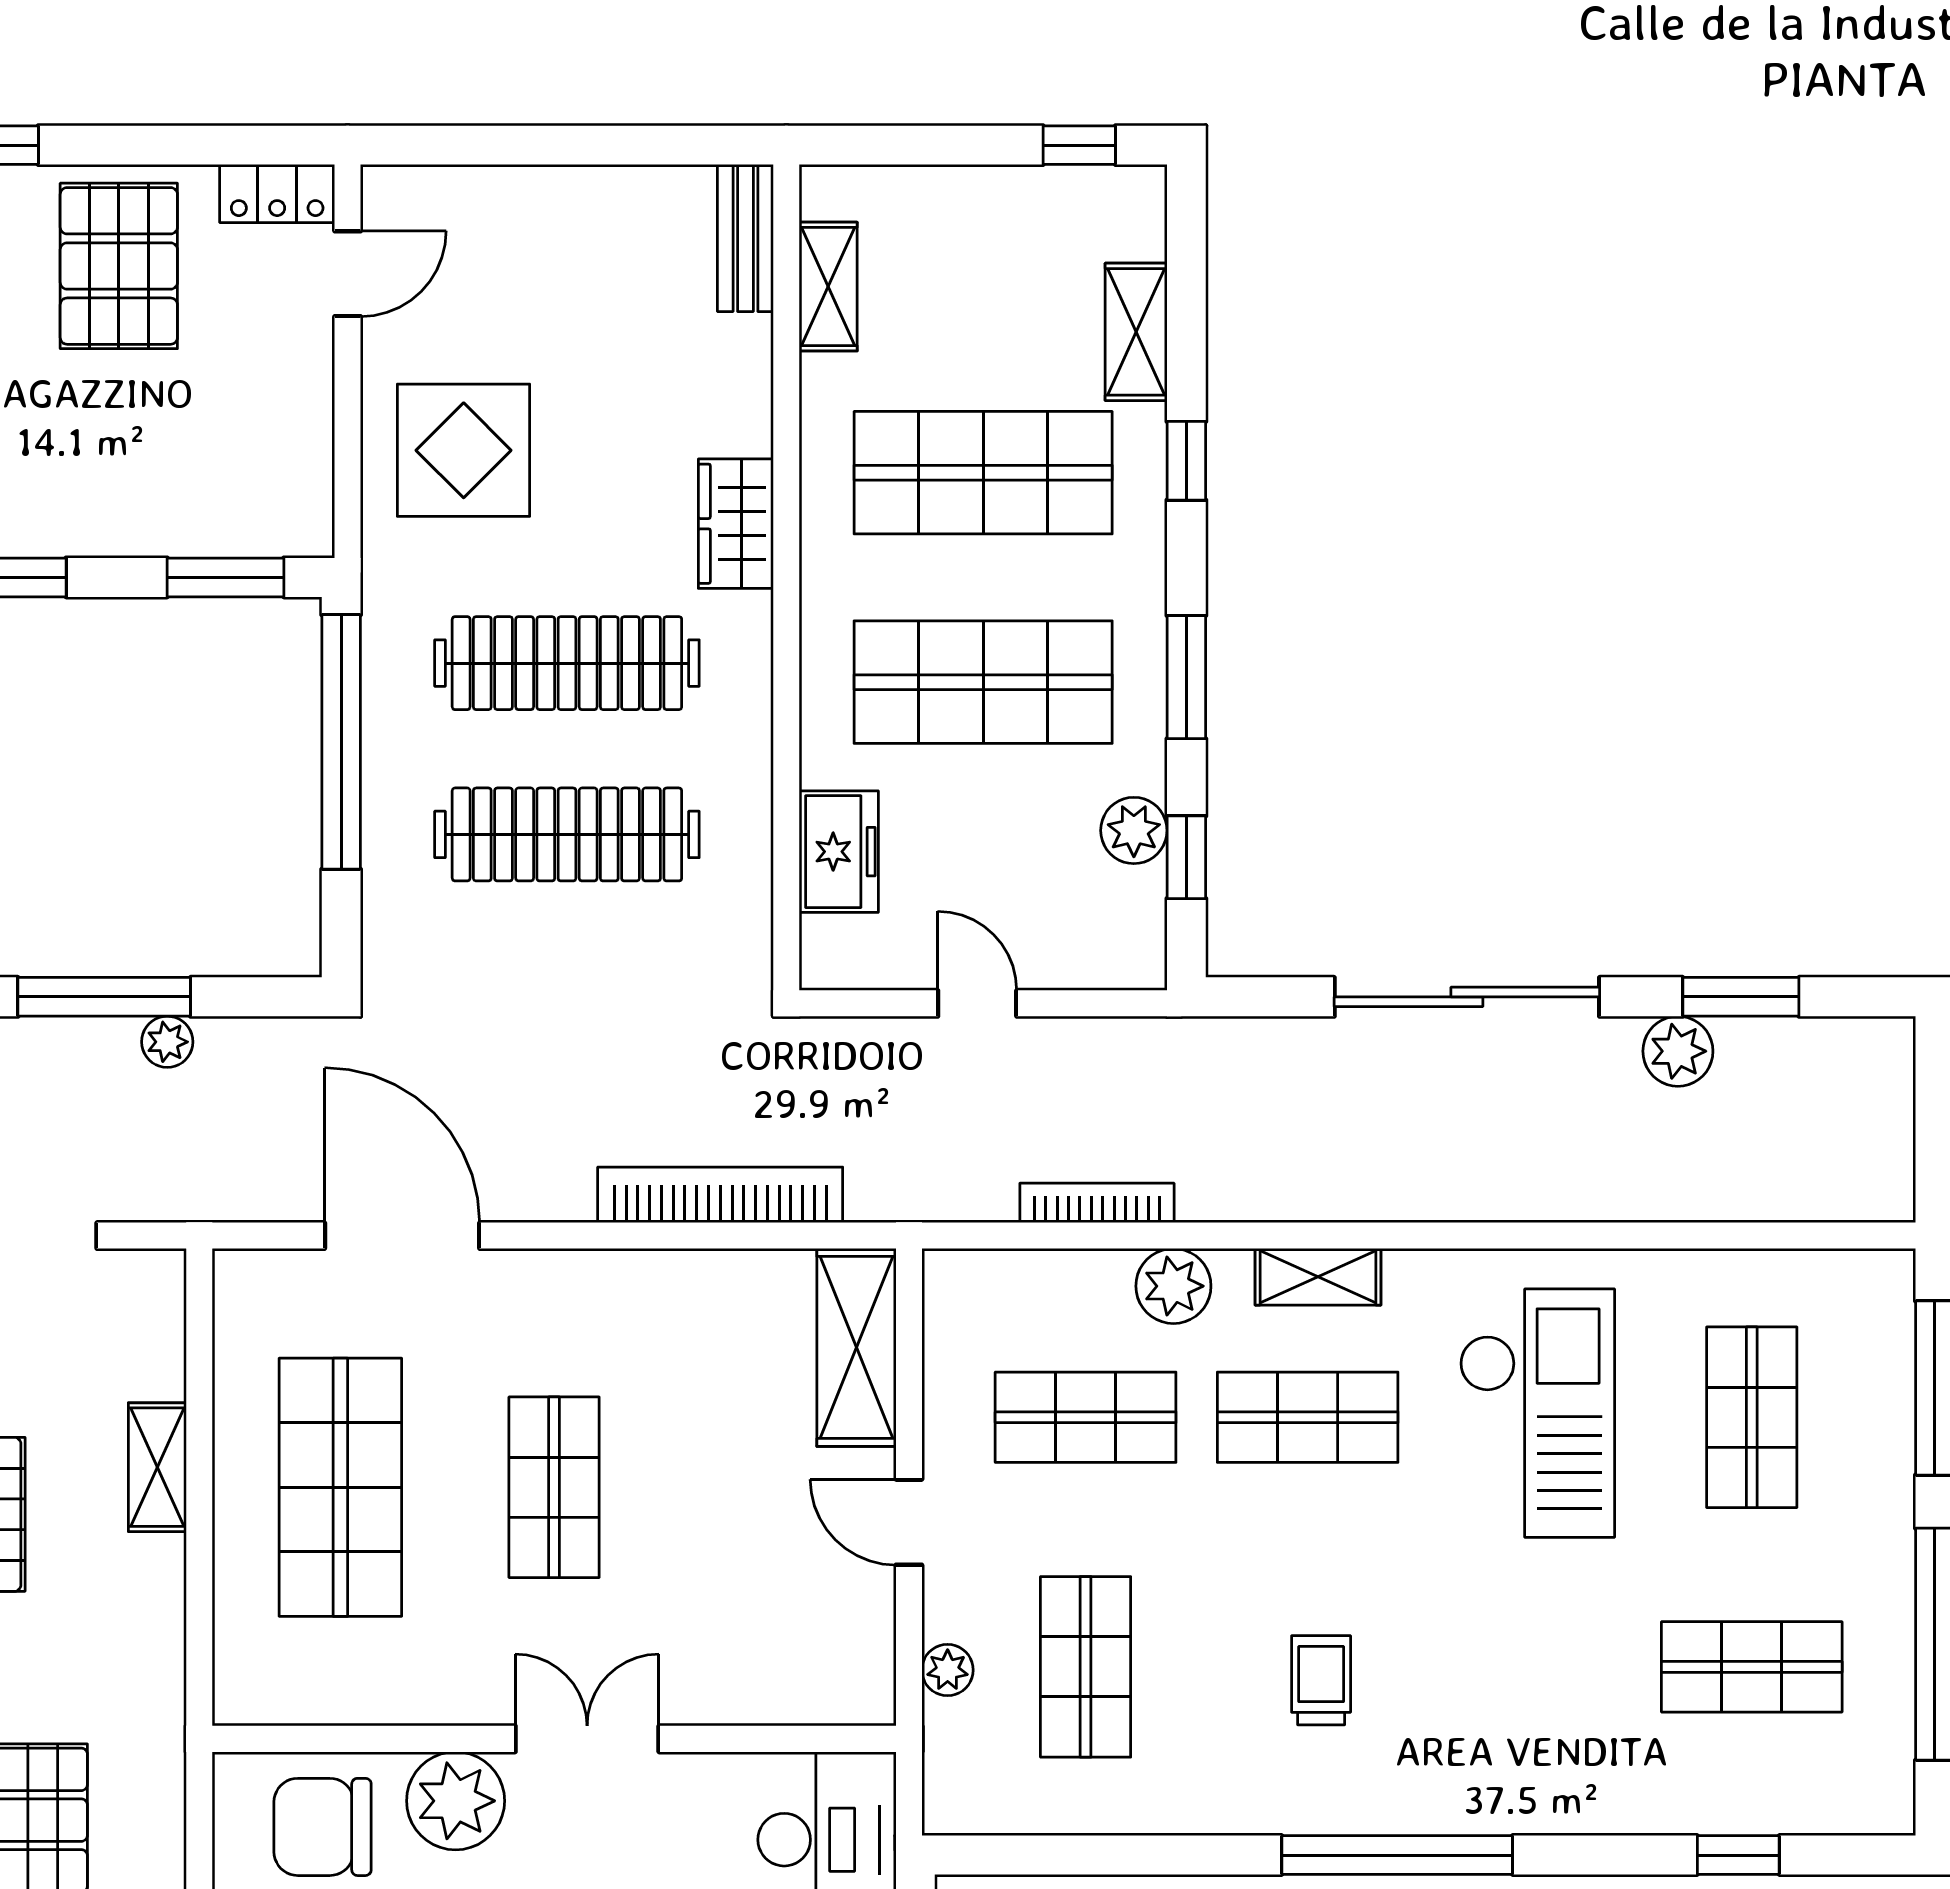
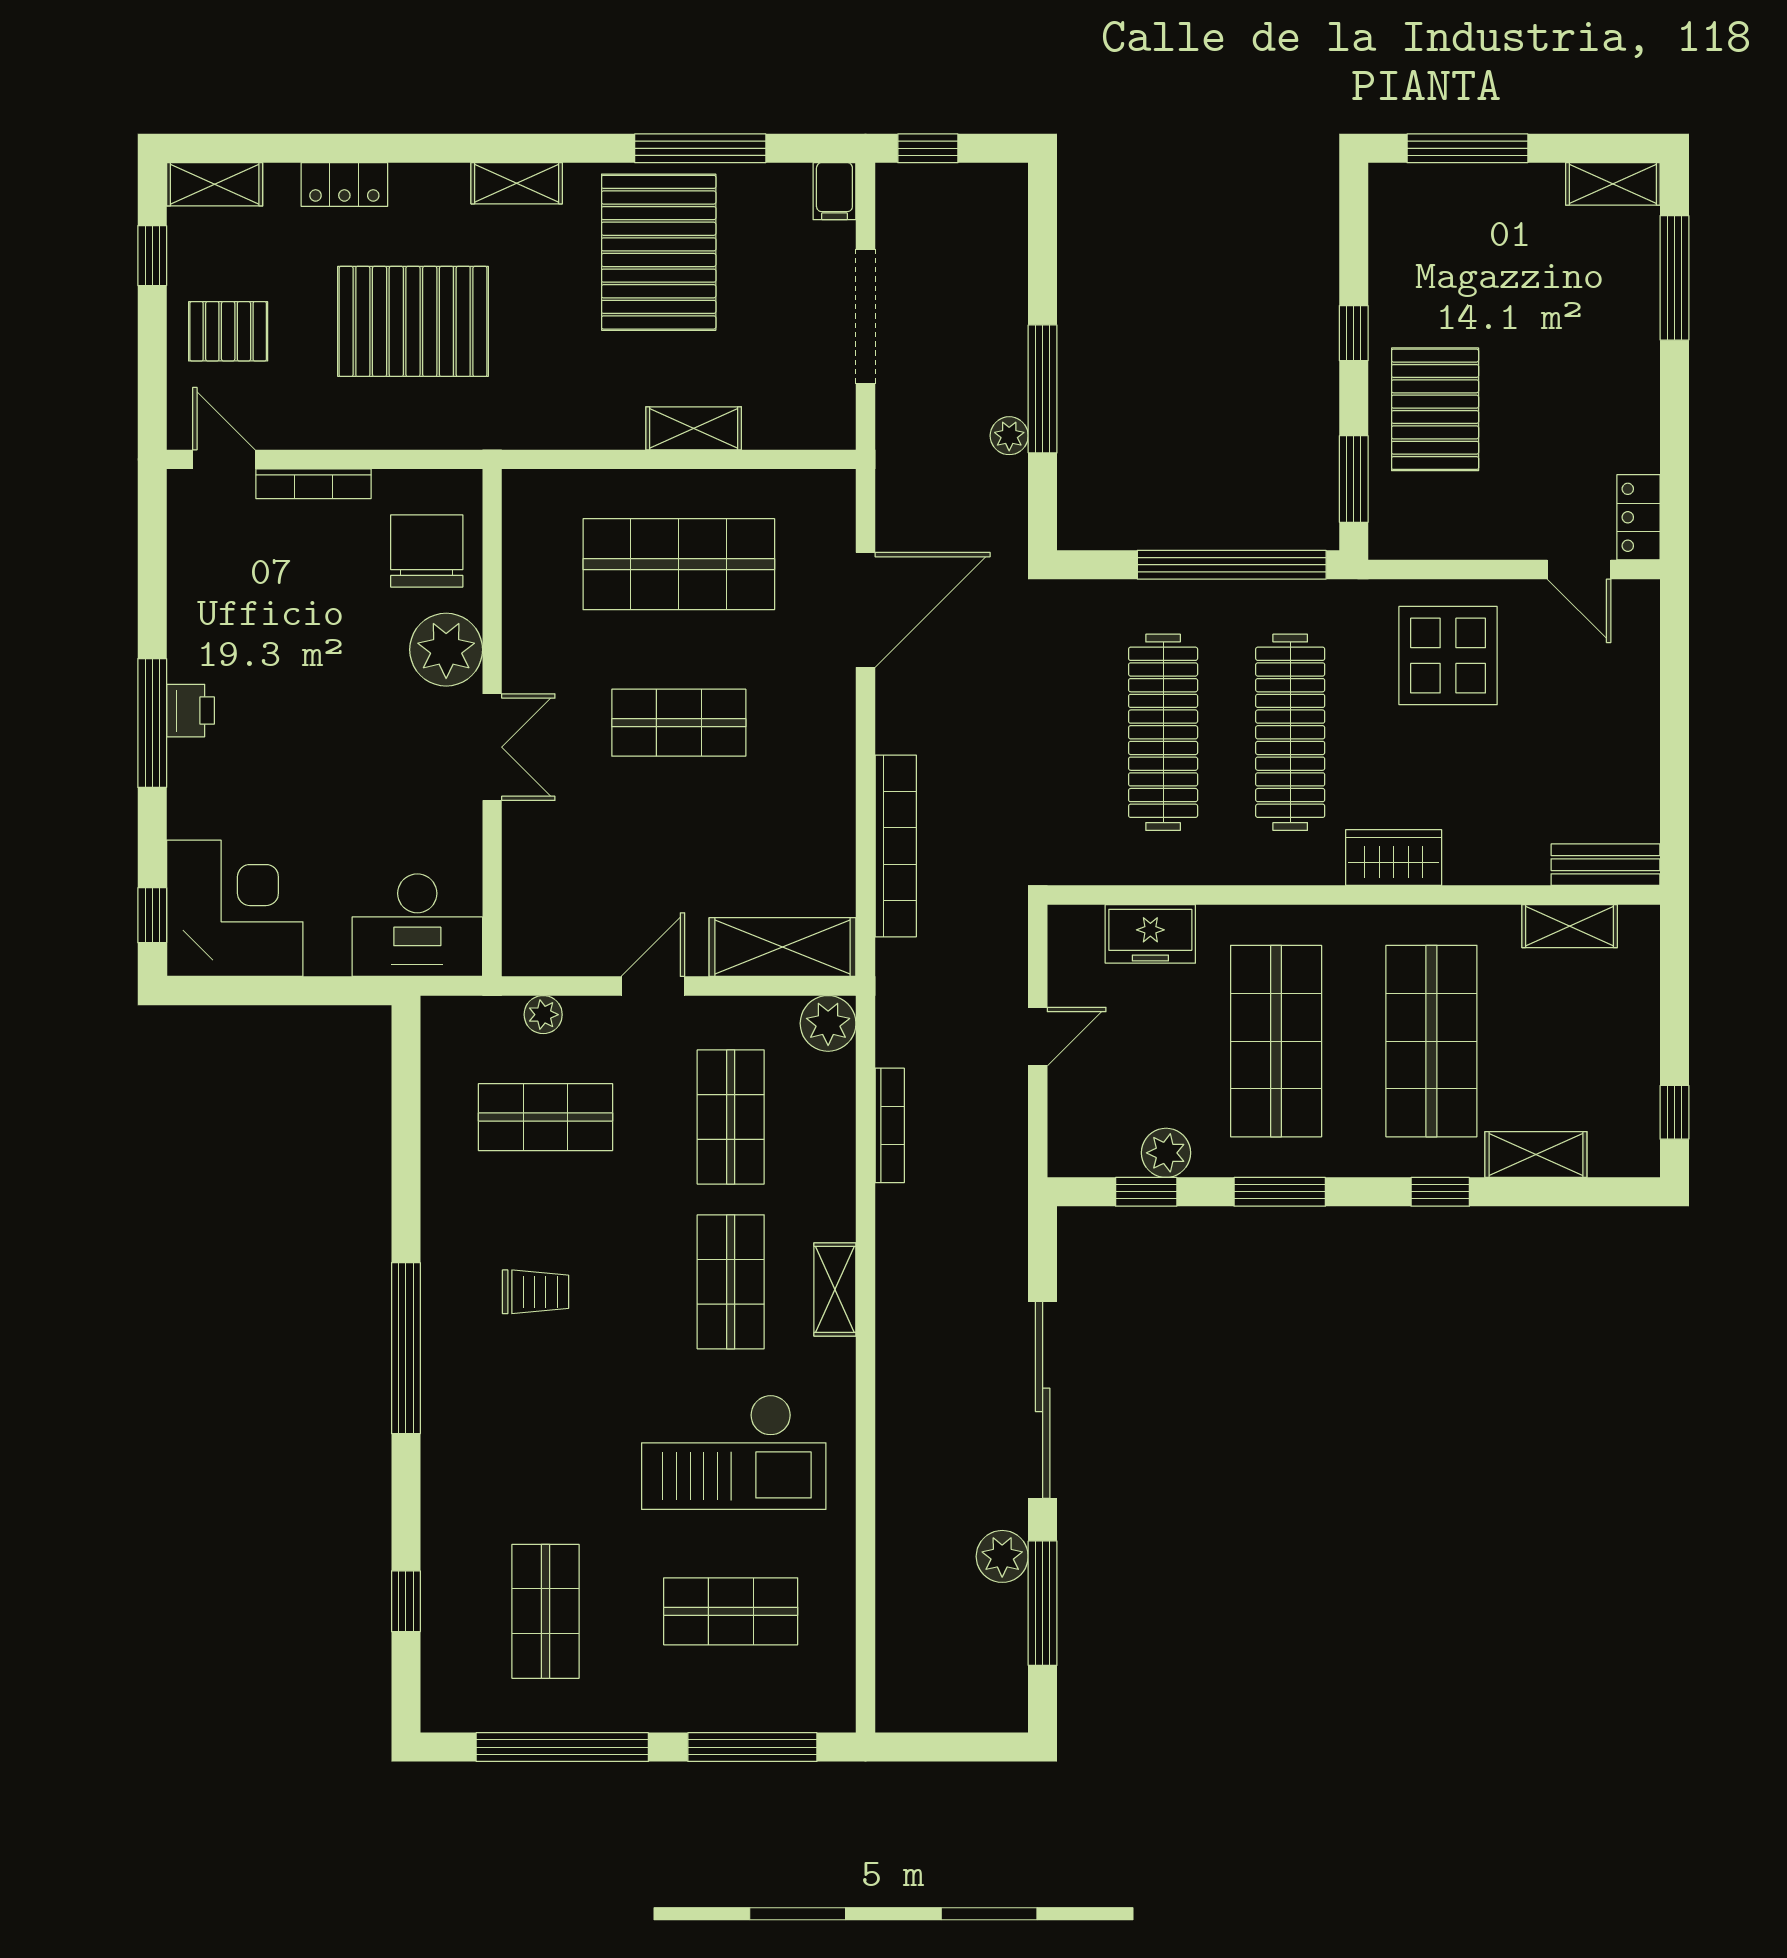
pallet: (119, 266) -> (1435, 409), moved, turned 90
window: (1741, 997) -> (1043, 1603), width x1.44
plant: (1173, 1286) -> (828, 1023), moved

